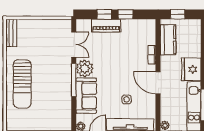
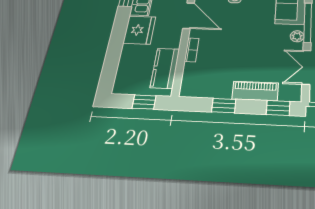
window: (104, 14) -> (278, 108), moved
plant: (85, 68) -> (297, 36), width x0.53, depth x0.53

